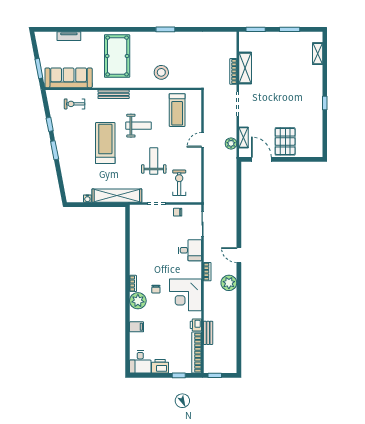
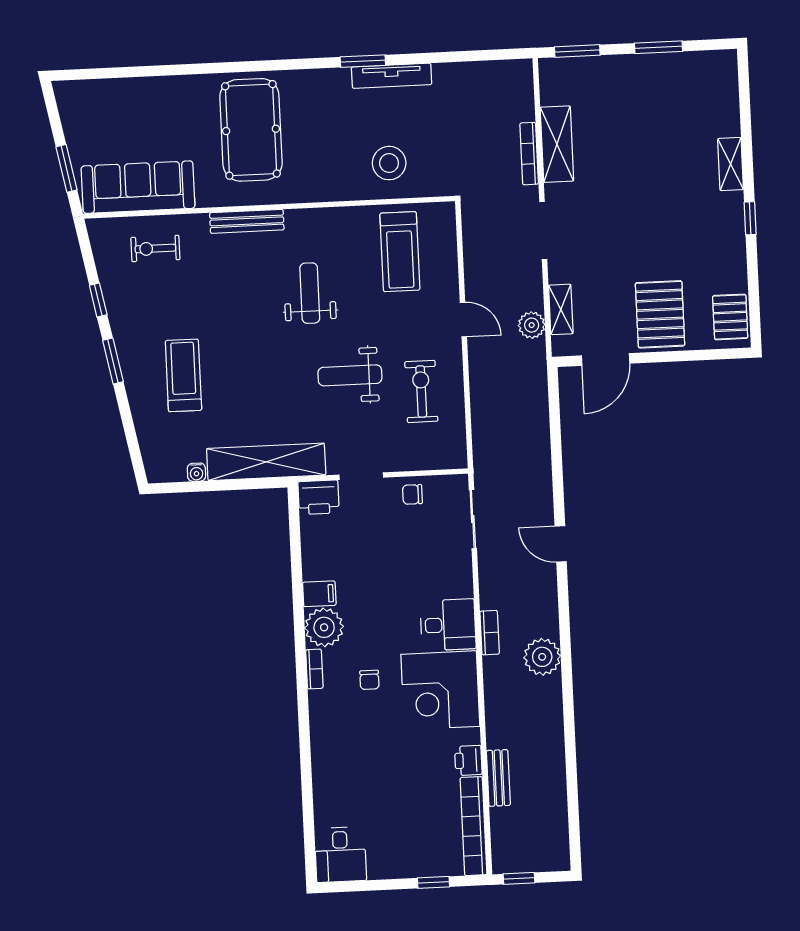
tv unit: (69, 36) -> (392, 76), moved, width x1.41
shelving: (318, 54) -> (731, 164), moved
stool: (161, 72) -> (389, 163), moved
weight bench: (139, 126) -> (310, 293), turned -90
door: (202, 140) -> (463, 320), swing flipped
treadmill: (105, 143) -> (183, 375), moved, width x0.73, depth x0.73
pallet: (314, 144) -> (730, 317), added
door: (261, 159) -> (606, 360), swing flipped
weight bench: (154, 161) -> (350, 375), turned -90
exercise bike: (179, 183) -> (421, 391), moved
desk: (190, 250) -> (448, 625), moved
door: (239, 255) -> (561, 544), moved
plant: (138, 301) -> (324, 627), moved
filing cabinet: (137, 327) -> (319, 594), moved
printer: (160, 366) -> (319, 497), moved, turned 180

